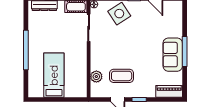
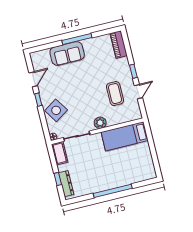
sofa: (173, 55) -> (67, 54), moved
bed: (54, 75) -> (125, 136), moved
plant: (96, 77) -> (100, 123), moved

